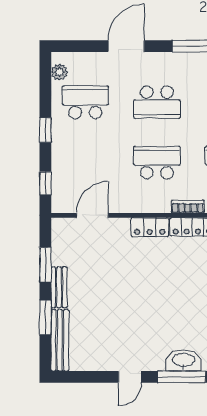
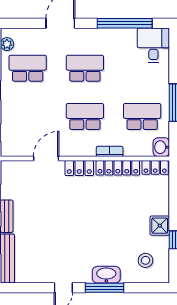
school desk: (157, 102) -> (85, 68), turned 180
door: (92, 215) -> (46, 159), moved

